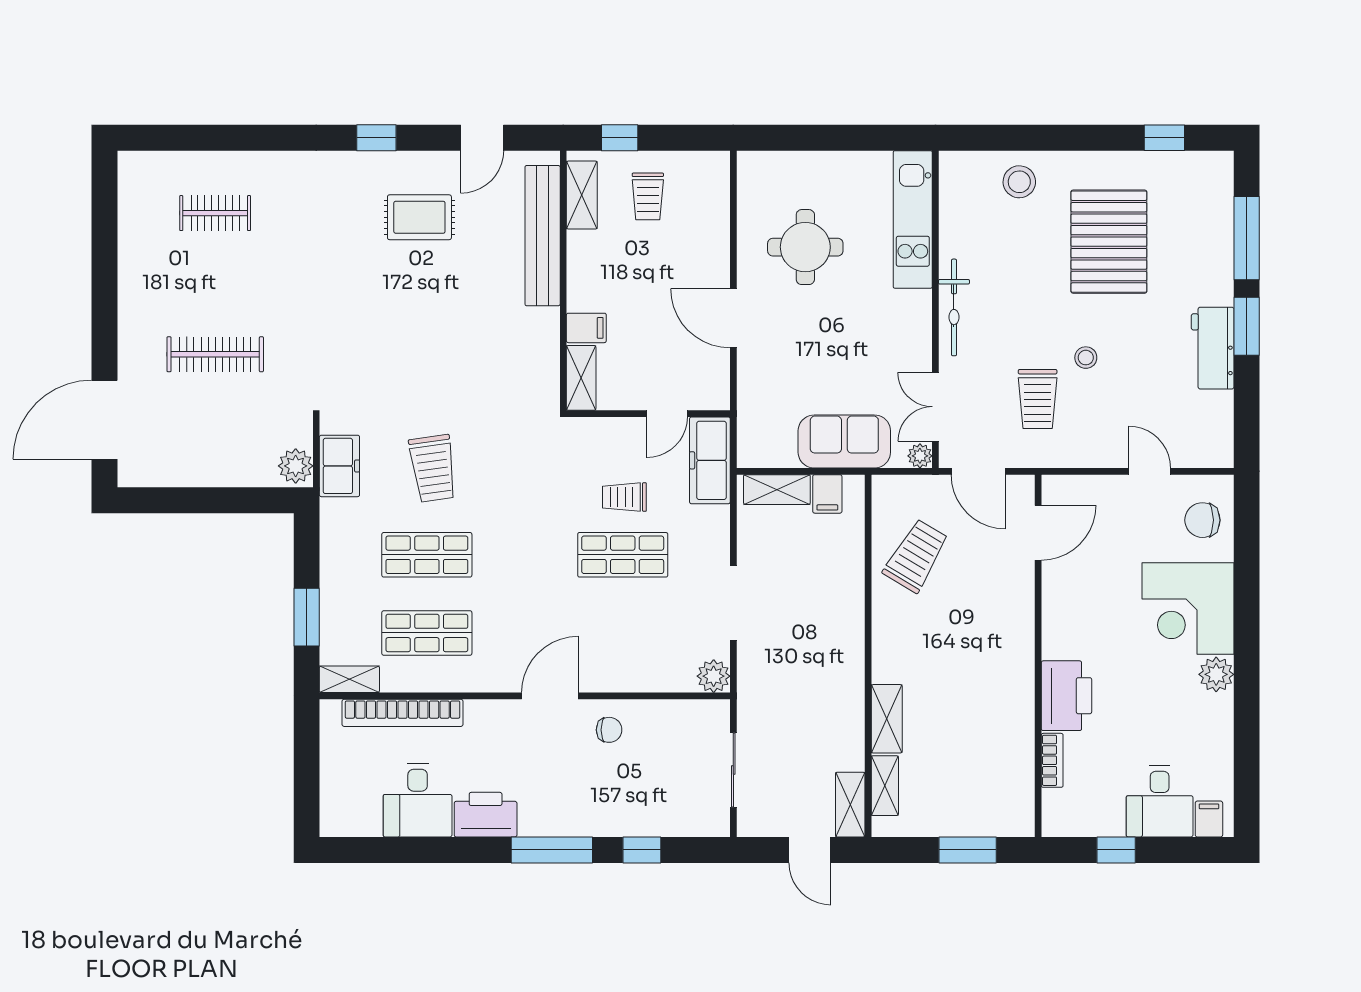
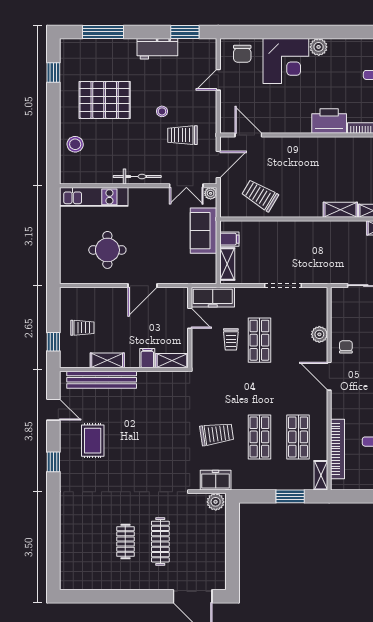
shelving: (582, 195) -> (107, 360), moved
clothes rail: (215, 213) -> (125, 542), moved
window: (1247, 326) -> (185, 32), moved
trolley: (1038, 399) -> (182, 135), turned 180
plant: (714, 676) -> (319, 334), moved

